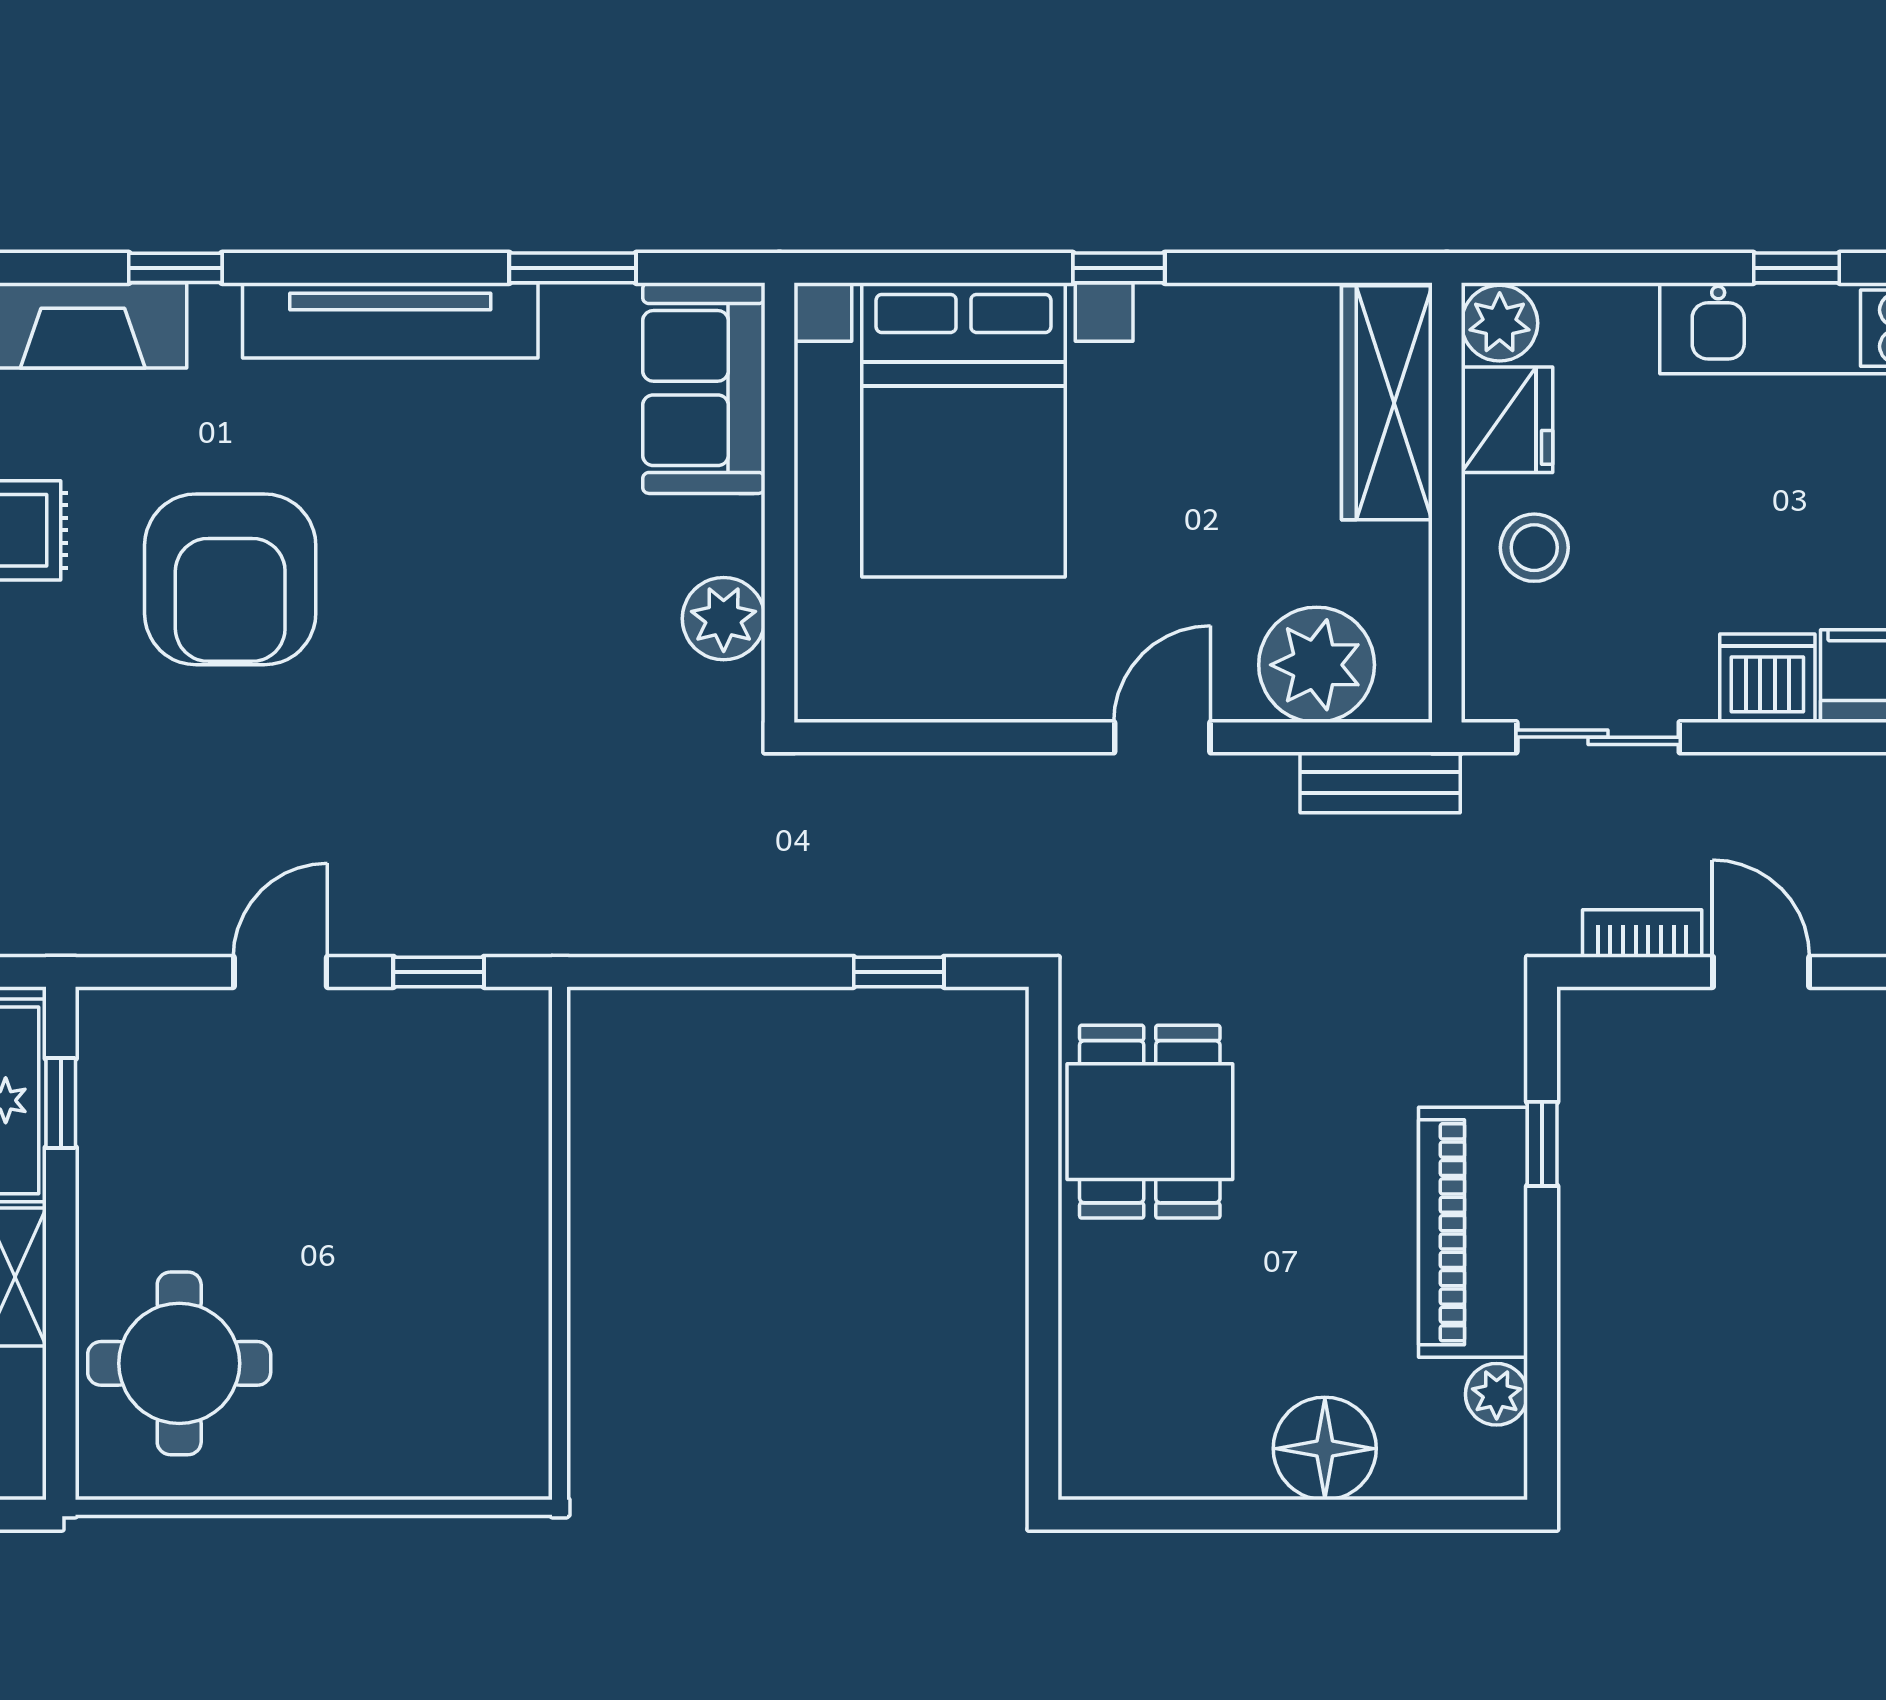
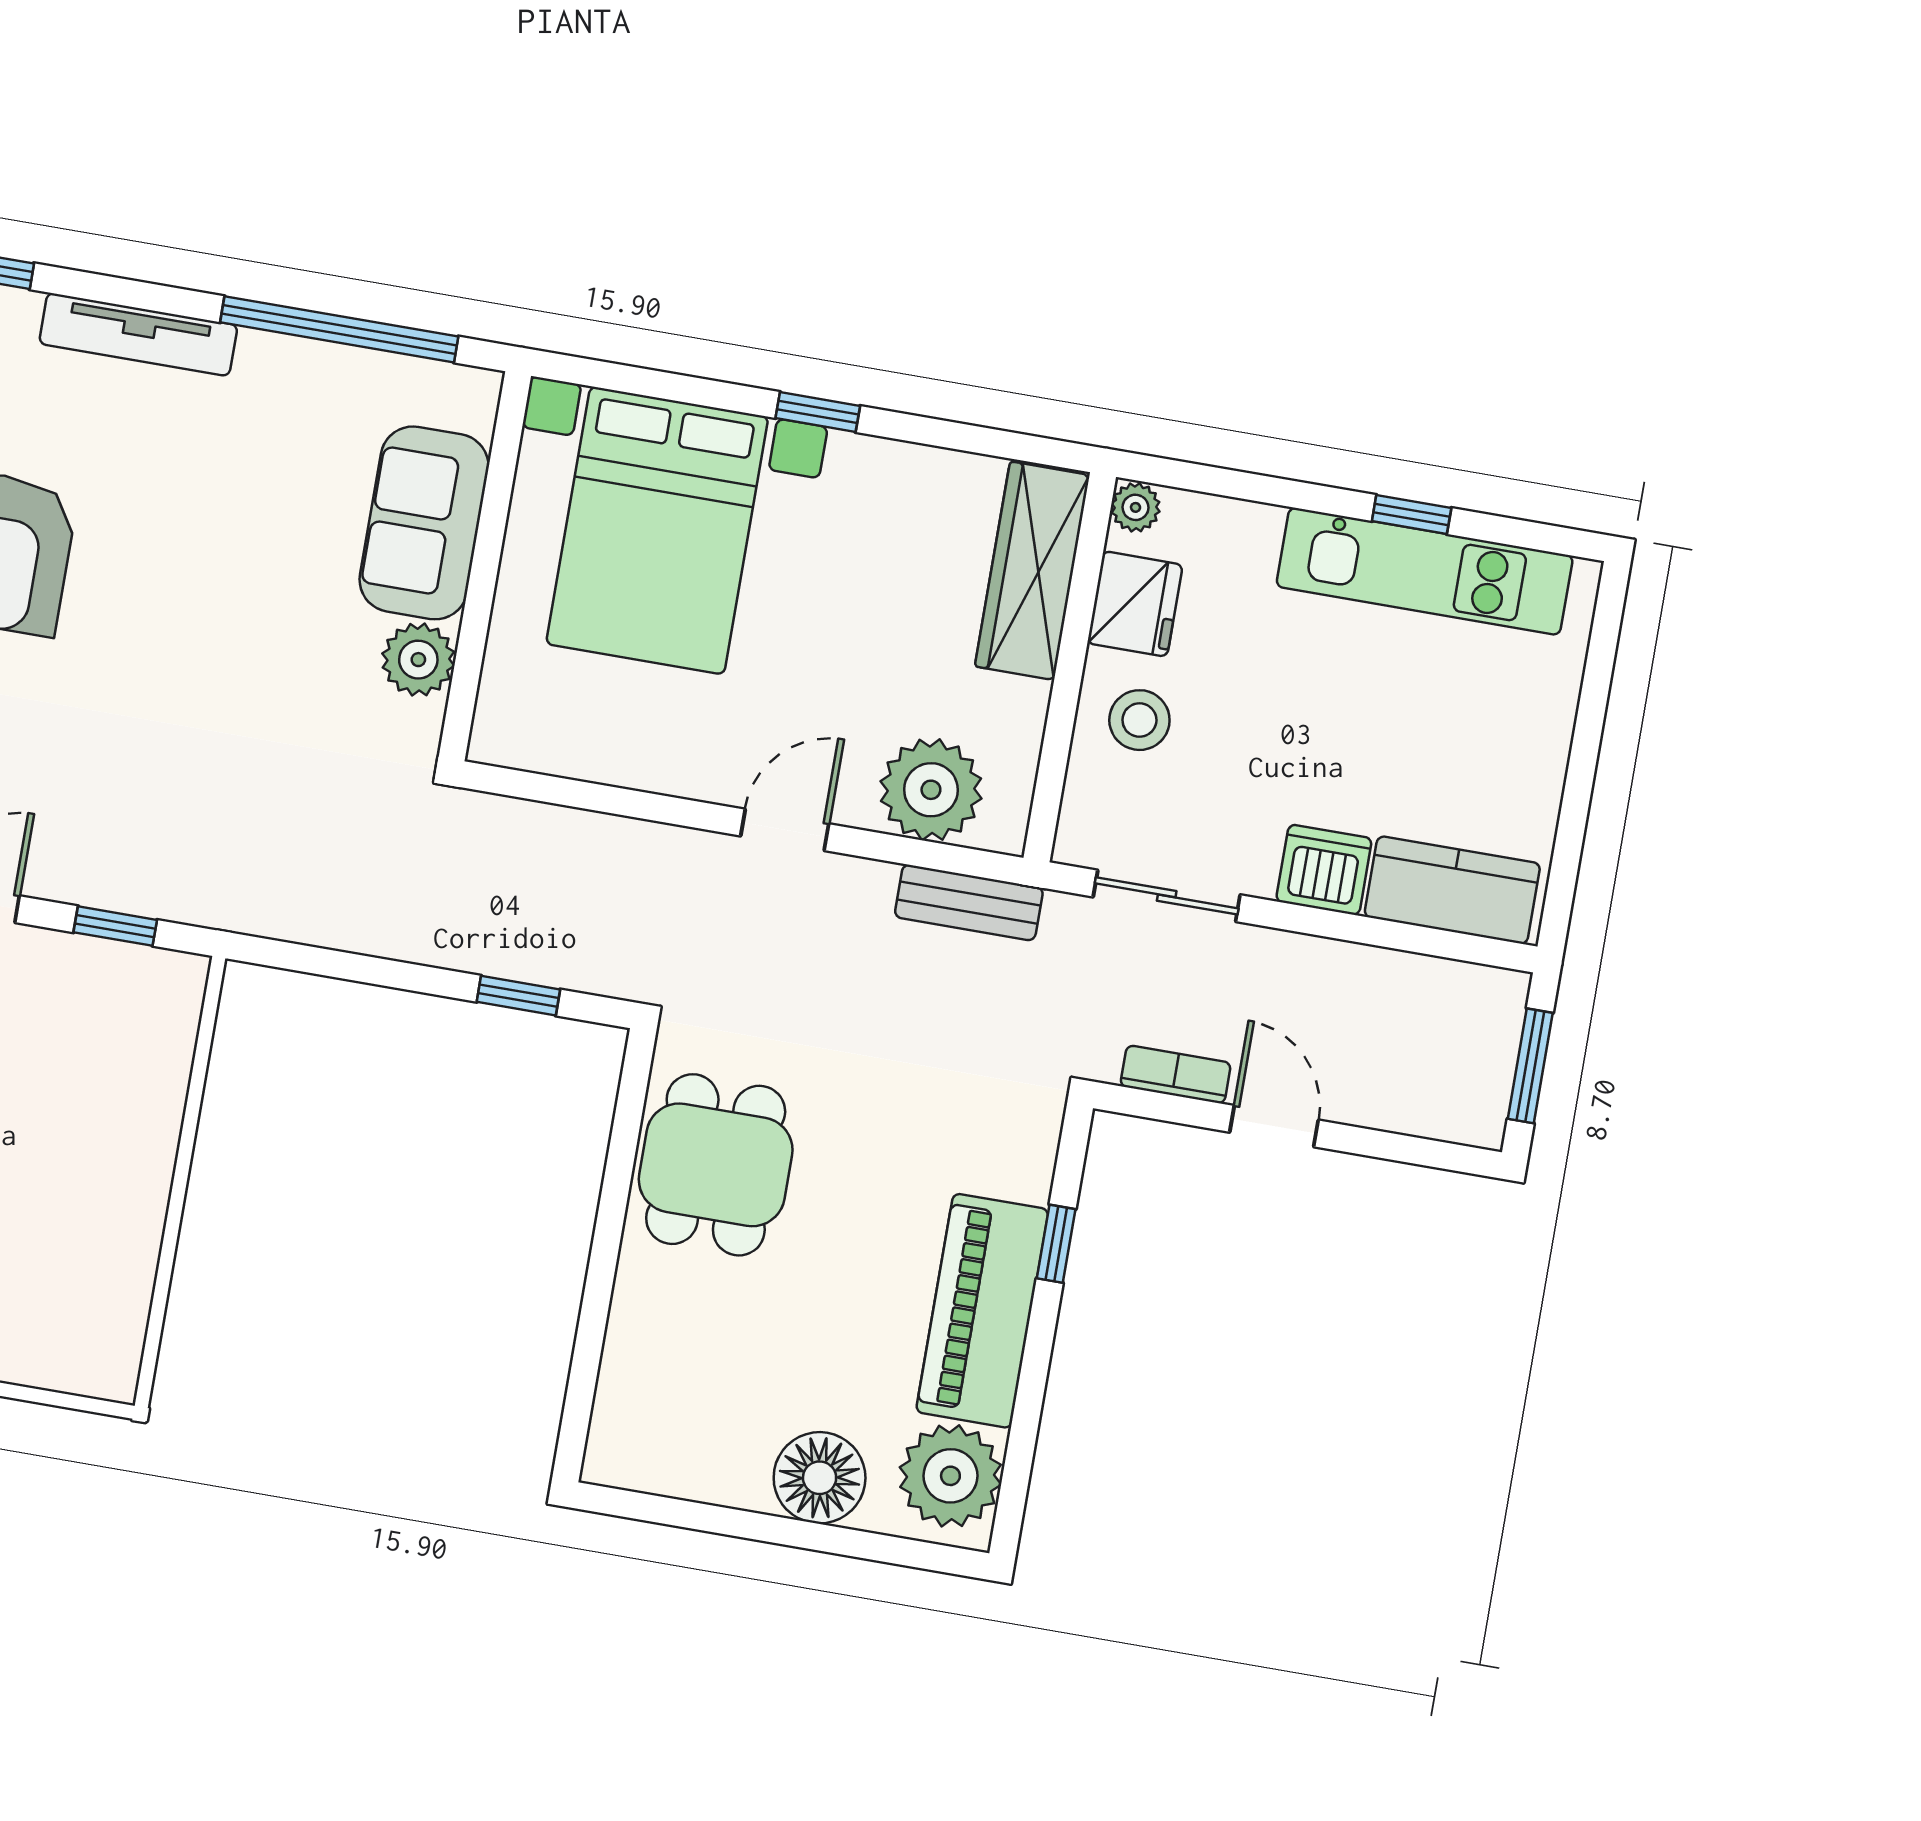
window: (573, 268) -> (339, 329), width x2.11
tv unit: (390, 320) -> (138, 334), width x0.73, depth x0.78
plant: (1500, 323) -> (1135, 507), width x0.73, depth x0.73
sofa: (704, 388) -> (424, 523), moved
plant: (1497, 1394) -> (950, 1476), width x1.87, depth x1.87

